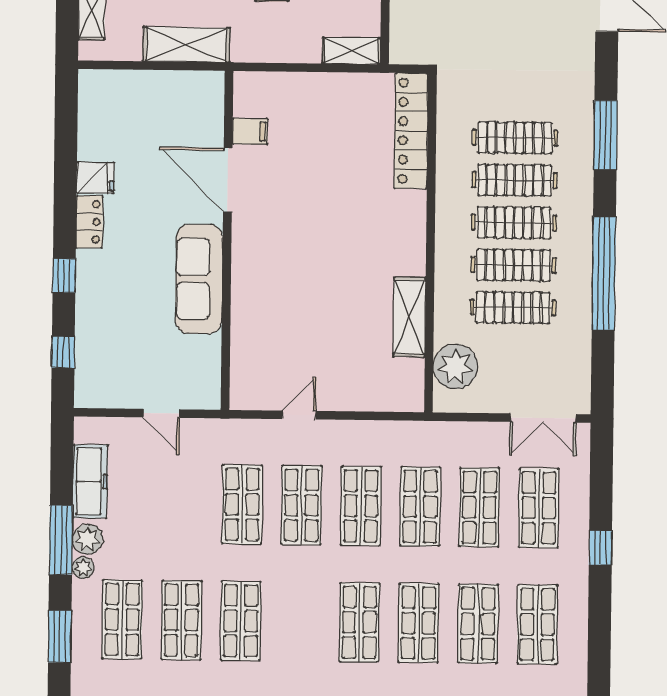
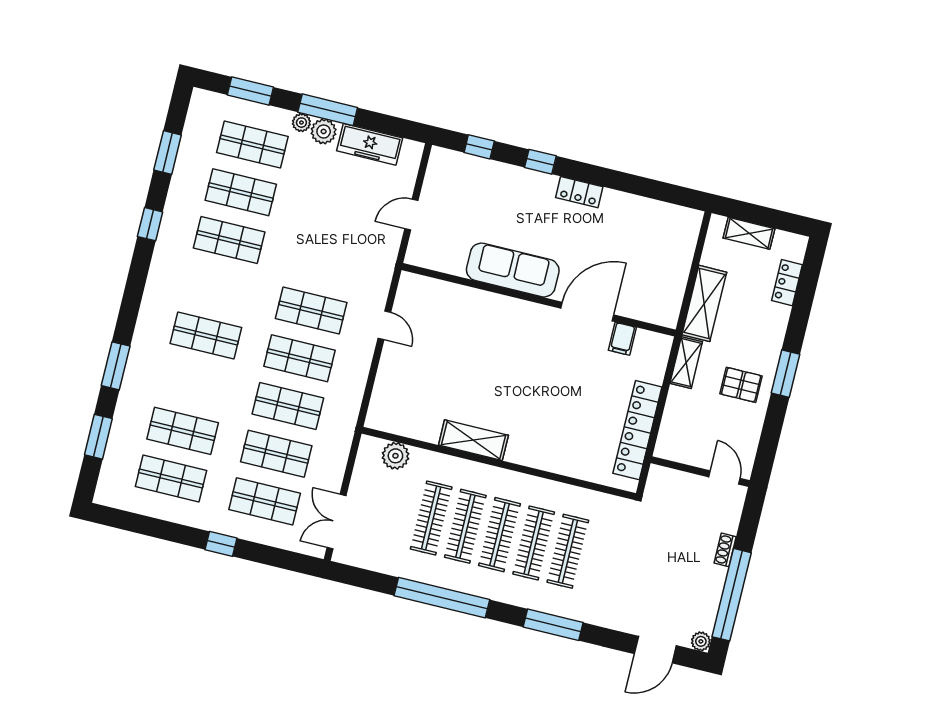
shelving: (351, 51) -> (686, 363), moved
locker: (411, 131) -> (637, 430), moved, turned -90
fridge: (95, 178) -> (614, 205), removed
shelving: (409, 317) -> (473, 440), moved
plant: (455, 367) -> (395, 456), width x0.73, depth x0.73
shop shelf: (242, 504) -> (323, 263), removed
shop shelf: (419, 623) -> (194, 383), removed

